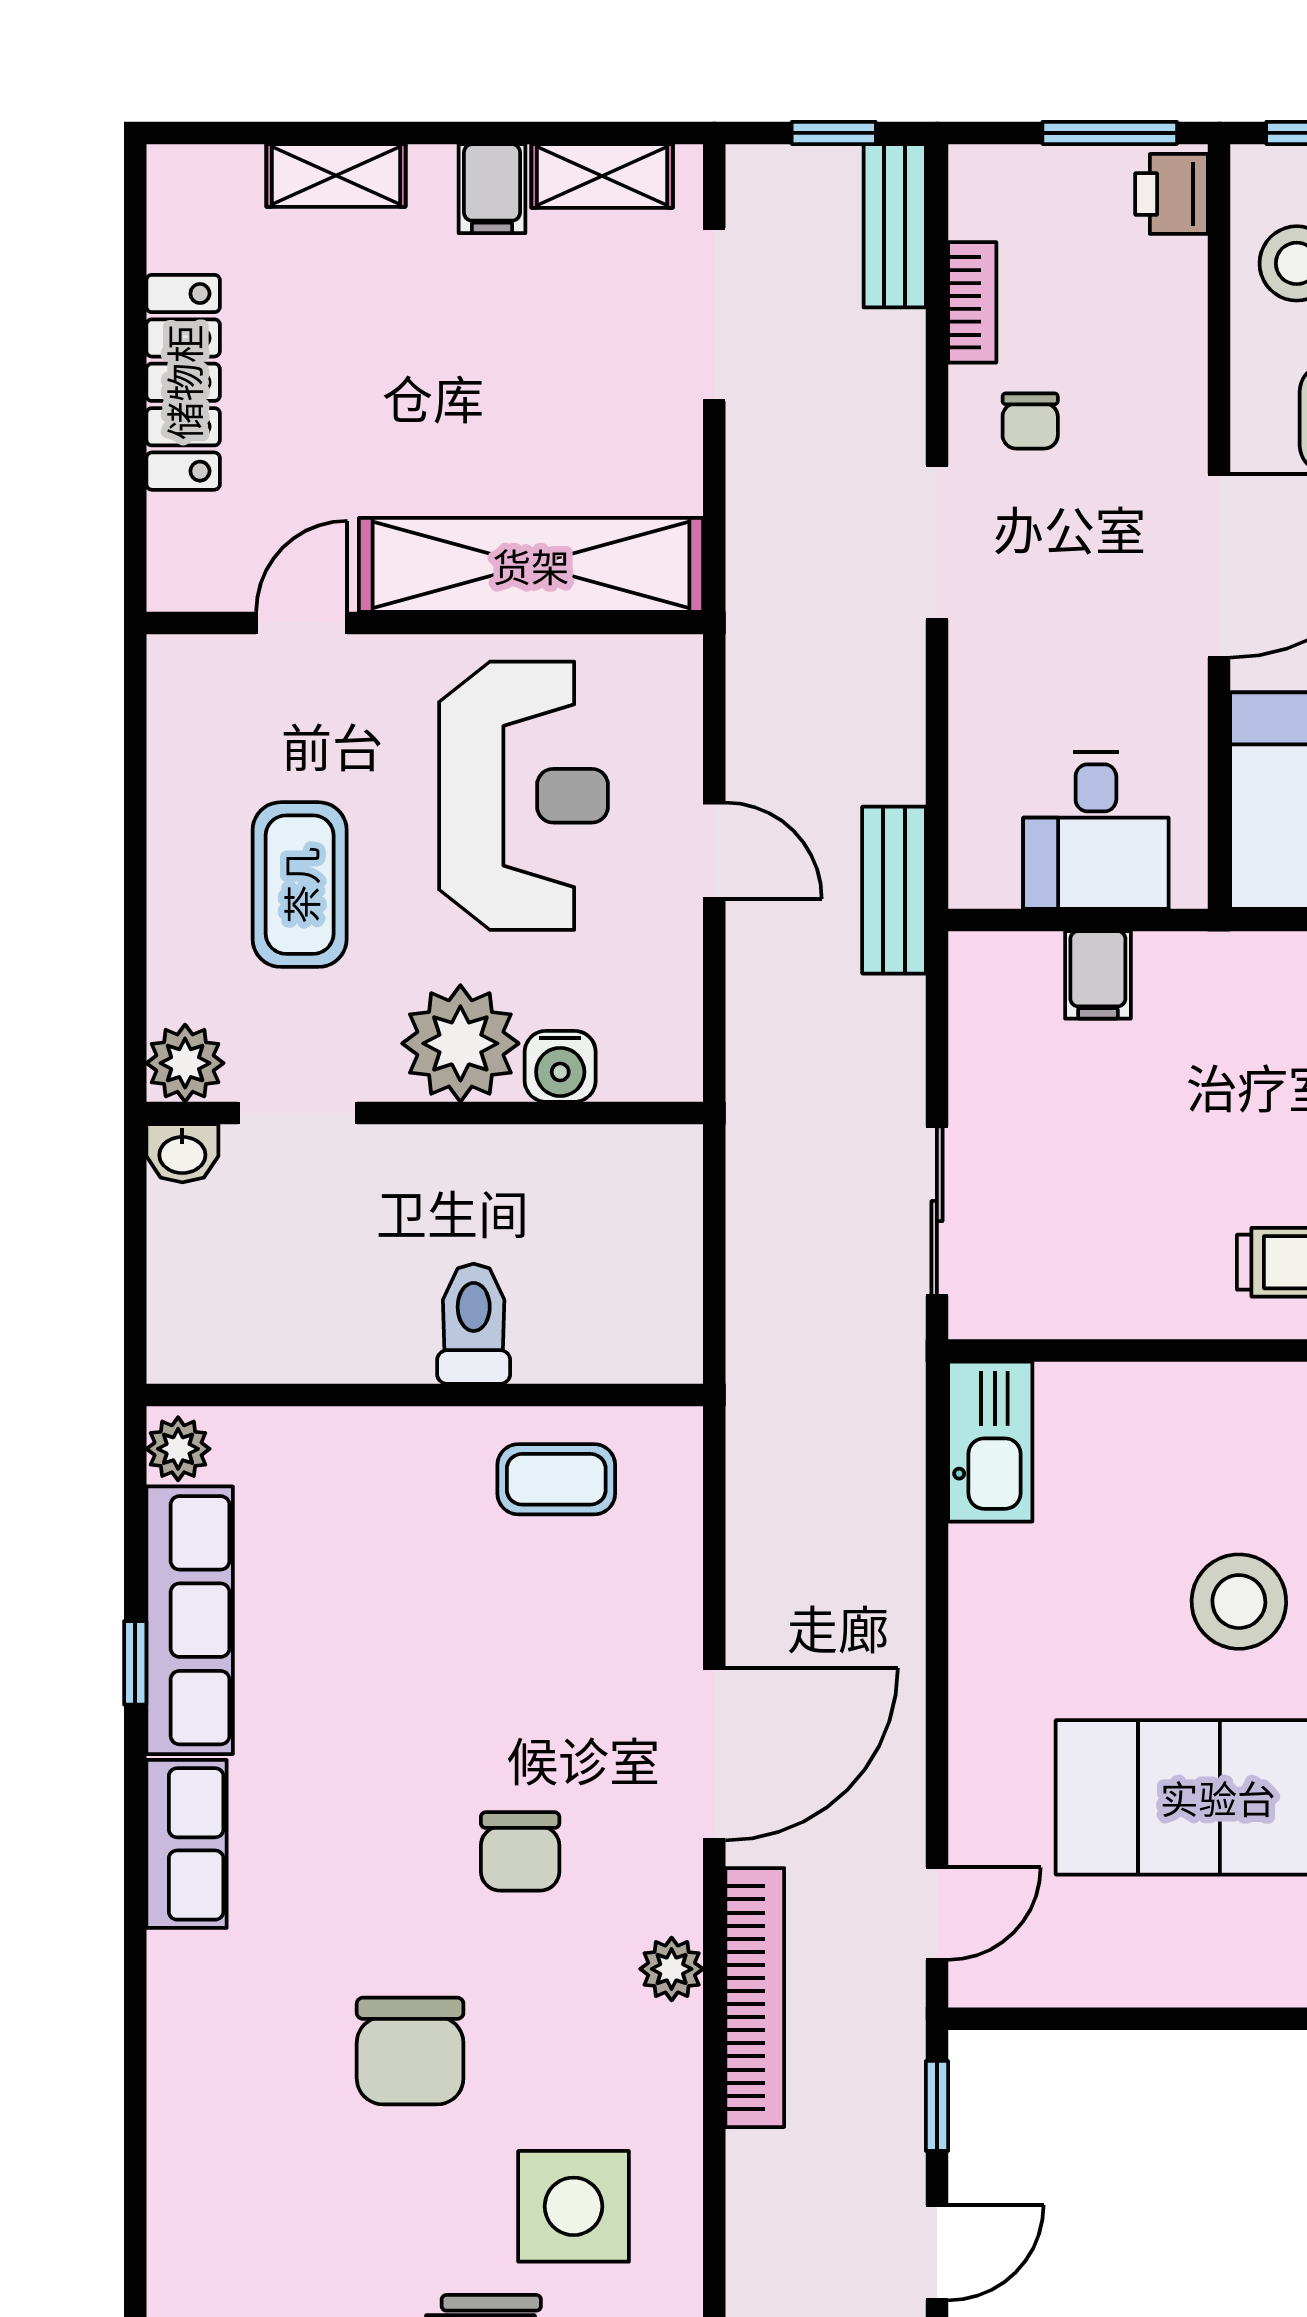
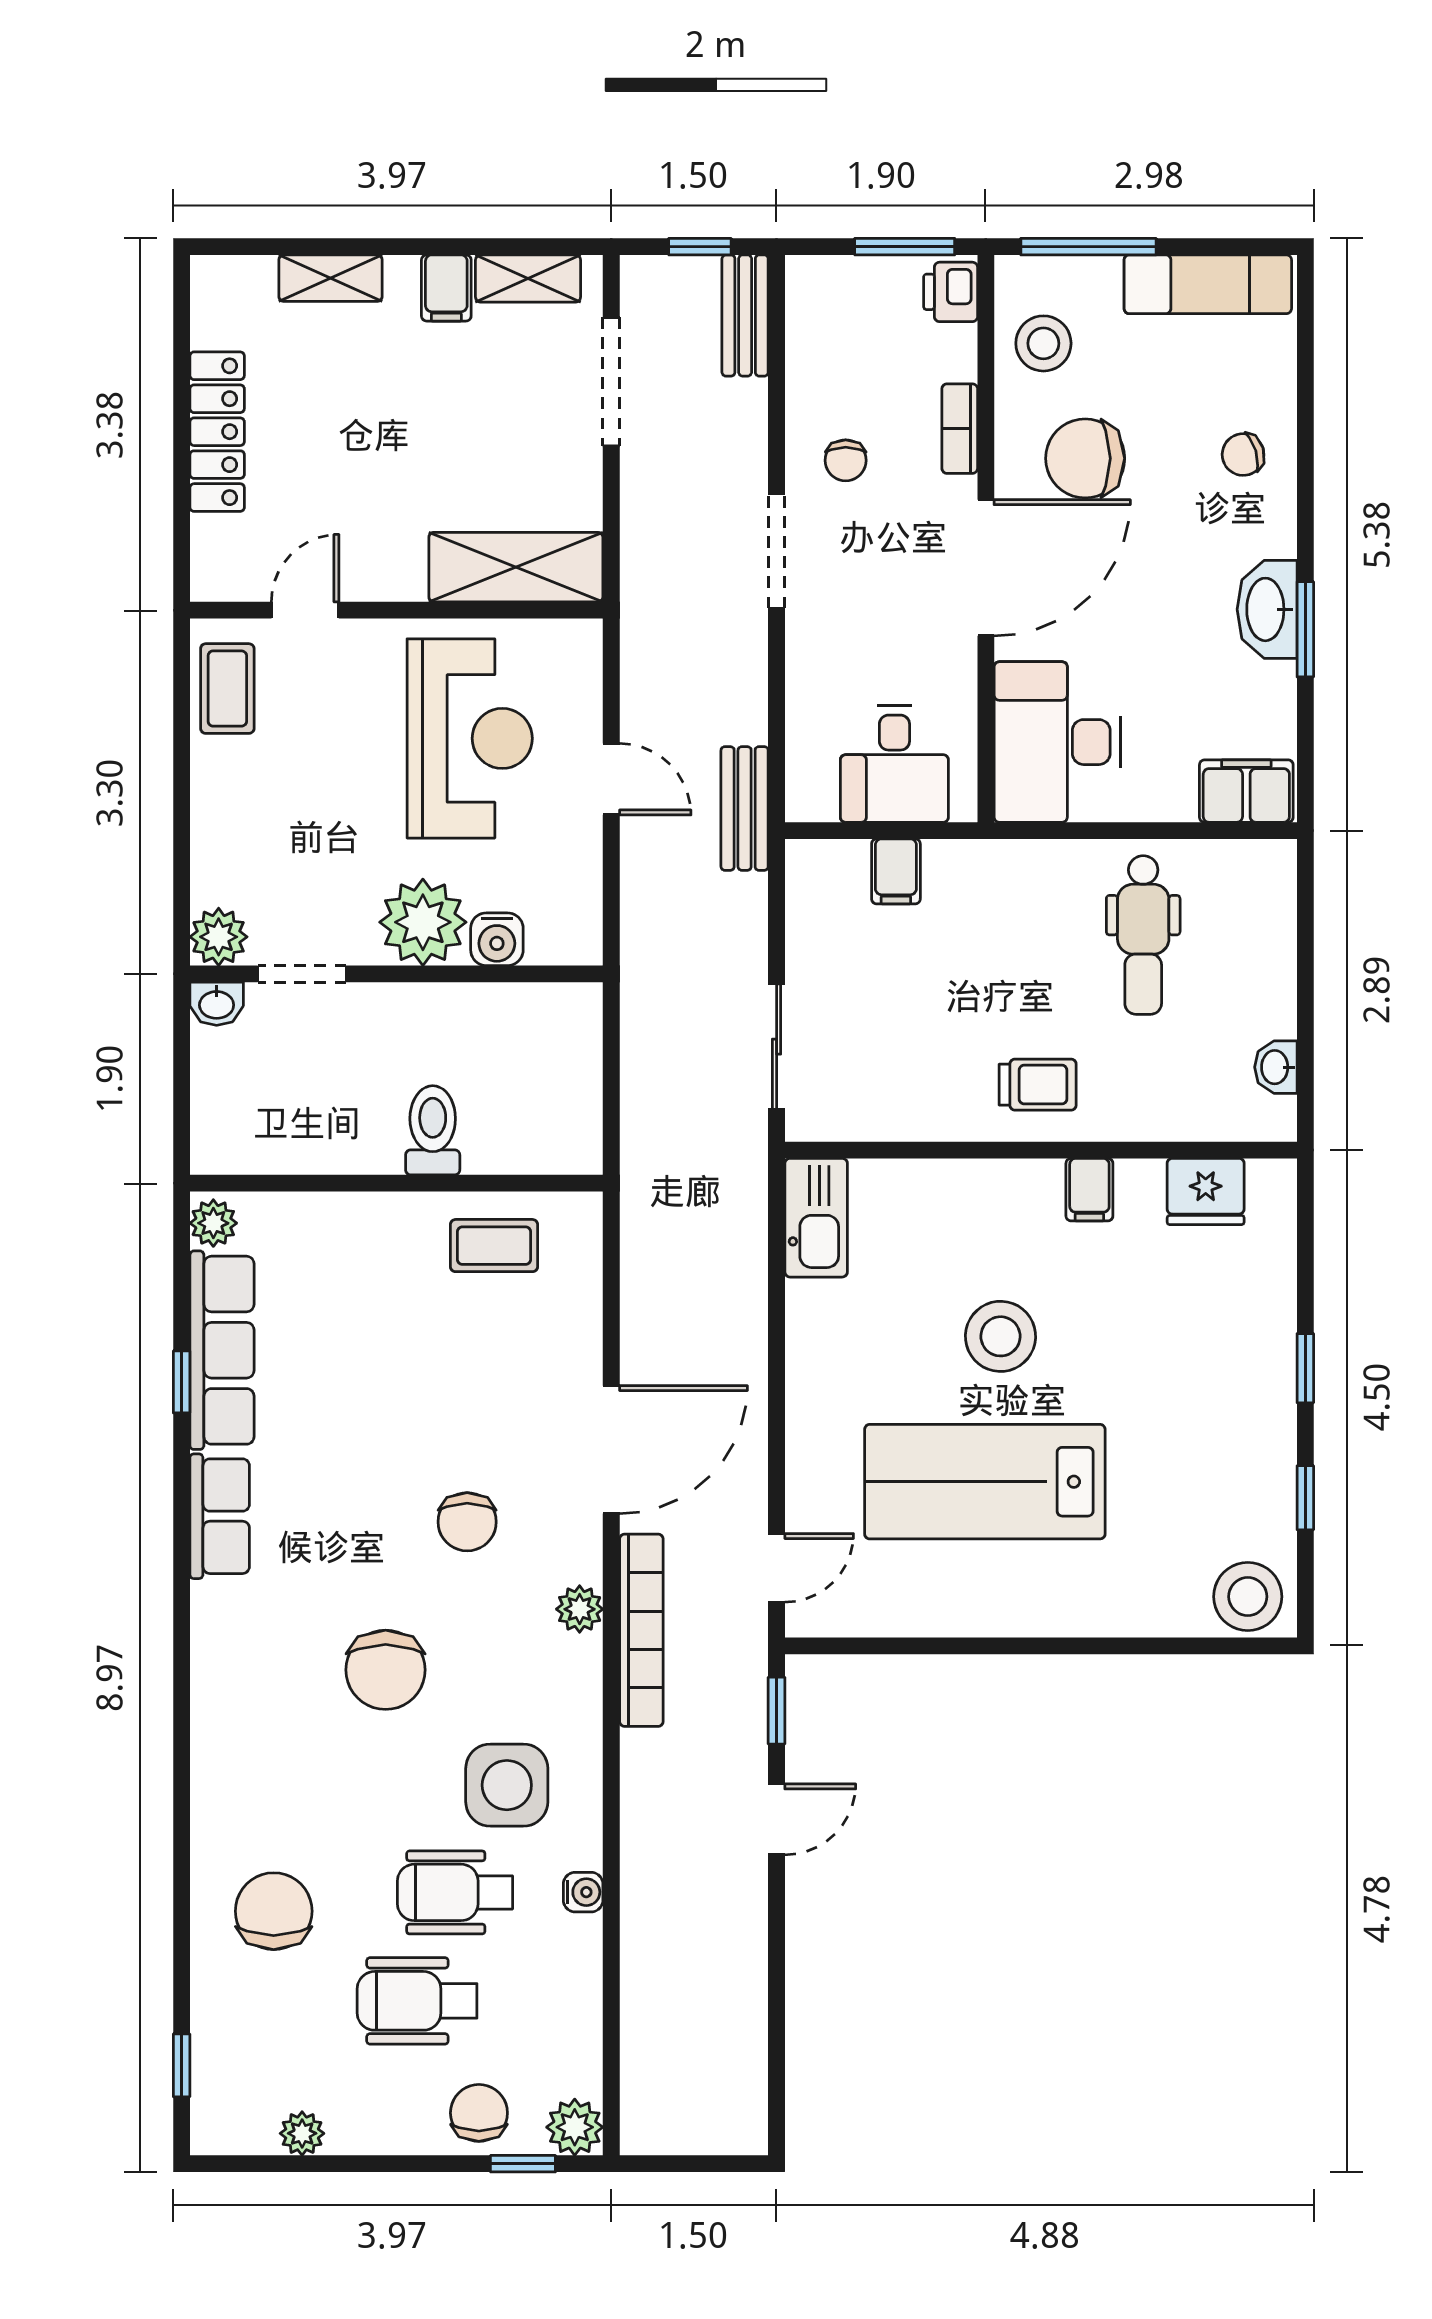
bookcase: (972, 302) -> (960, 429), moved, turned 180
shelving: (531, 565) -> (516, 567), width x0.68
coffee table: (300, 885) -> (227, 689), moved, width x0.73, depth x0.77

